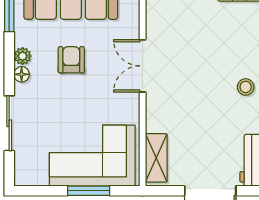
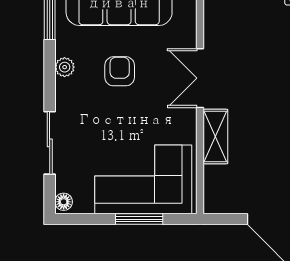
floor lamp: (22, 74) -> (64, 202), moved
shelving: (156, 158) -> (215, 137), moved

